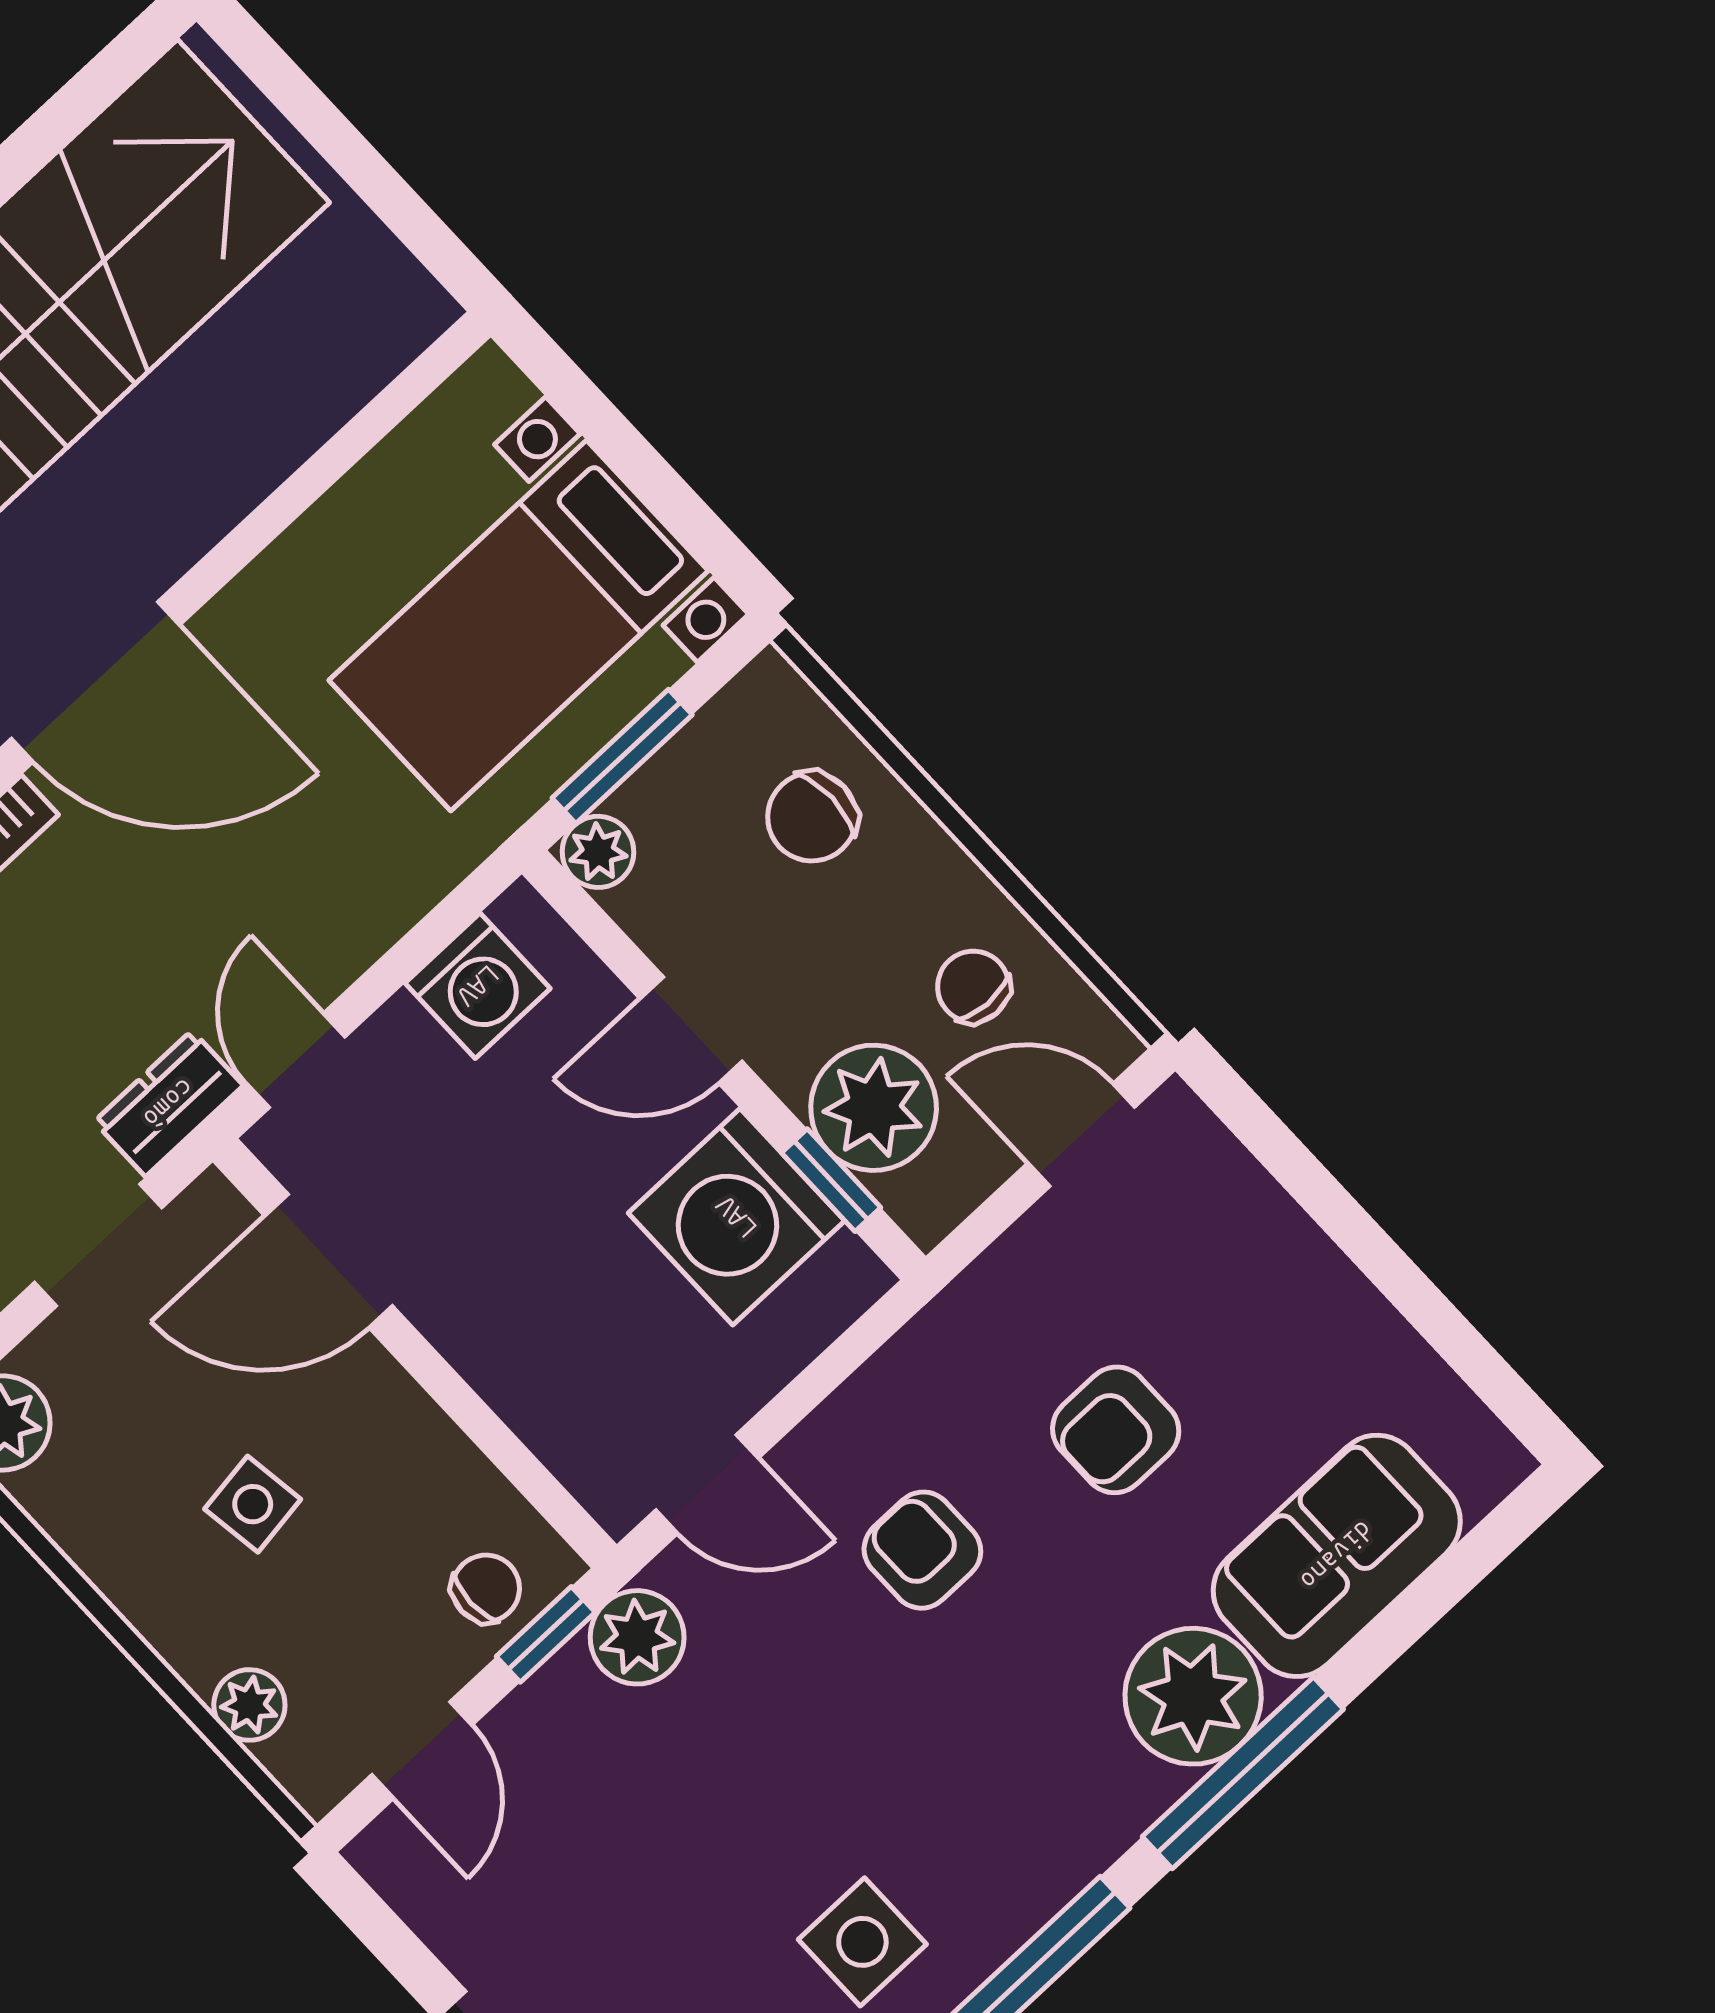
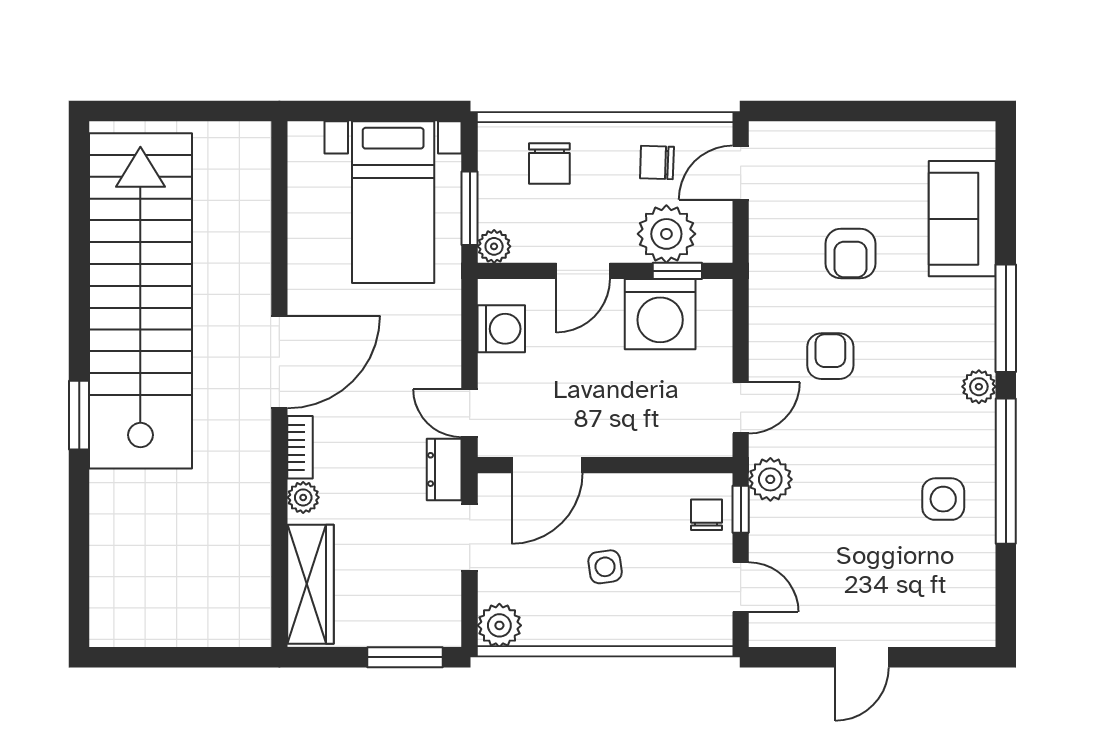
armchair: (922, 1550) -> (830, 356), turned 90
plant: (1193, 1696) -> (979, 387), moved, width x0.53, depth x0.53
plant: (249, 1705) -> (672, 631), removed

